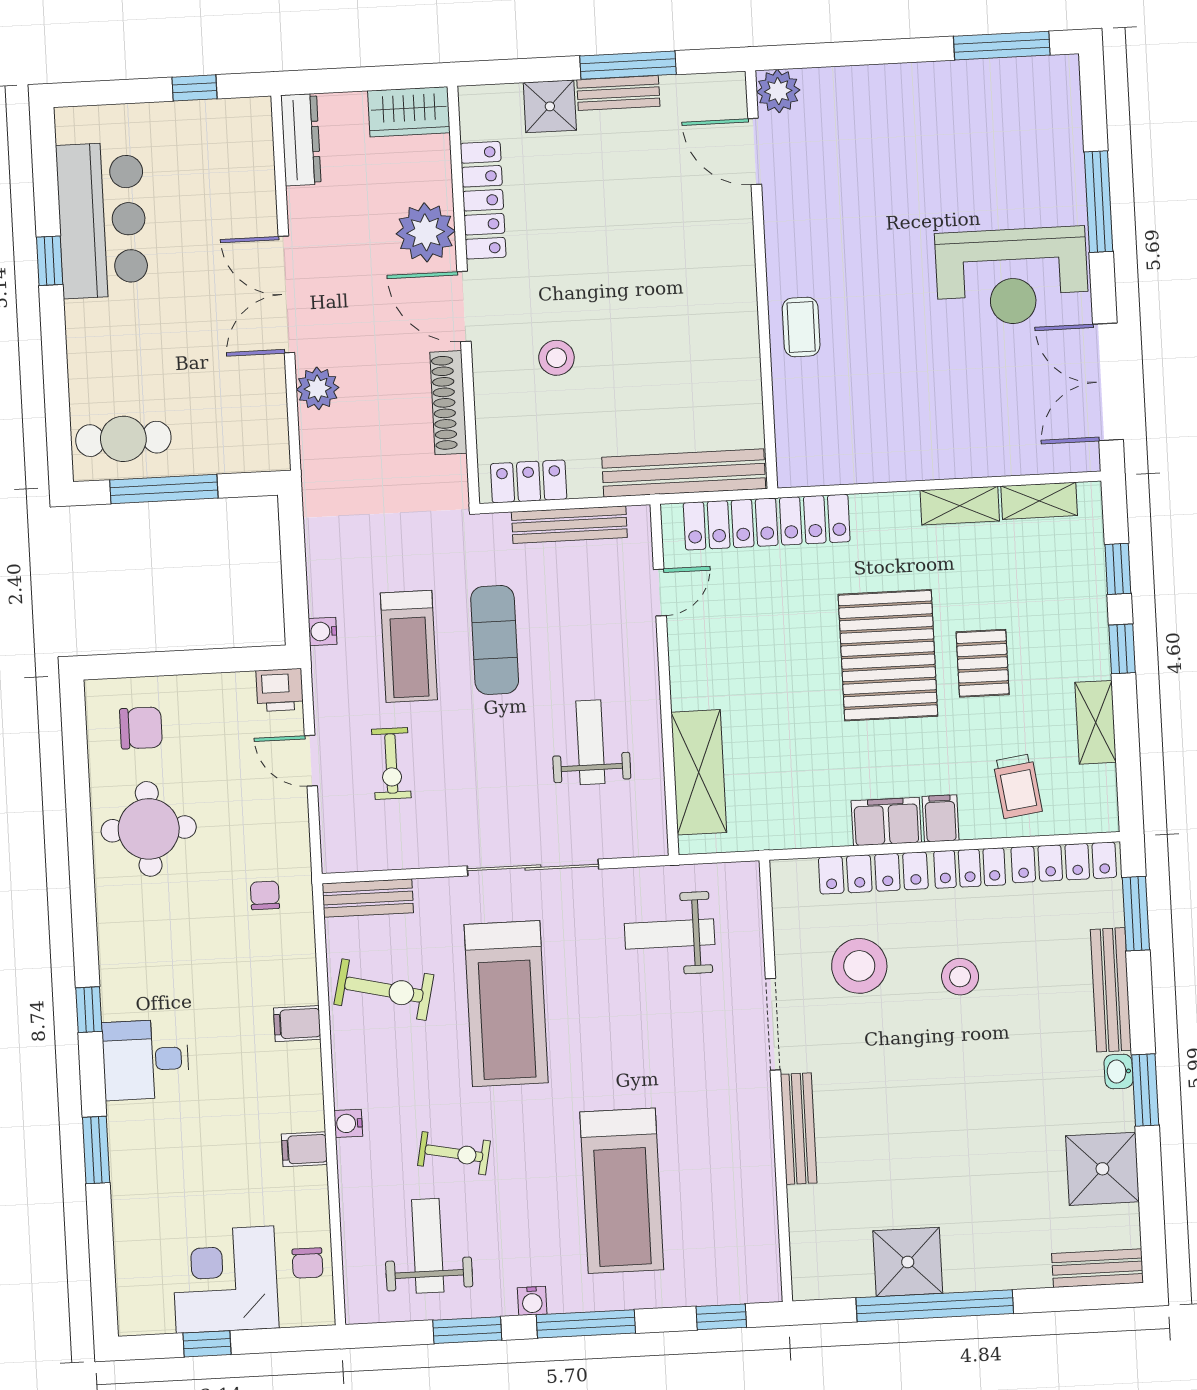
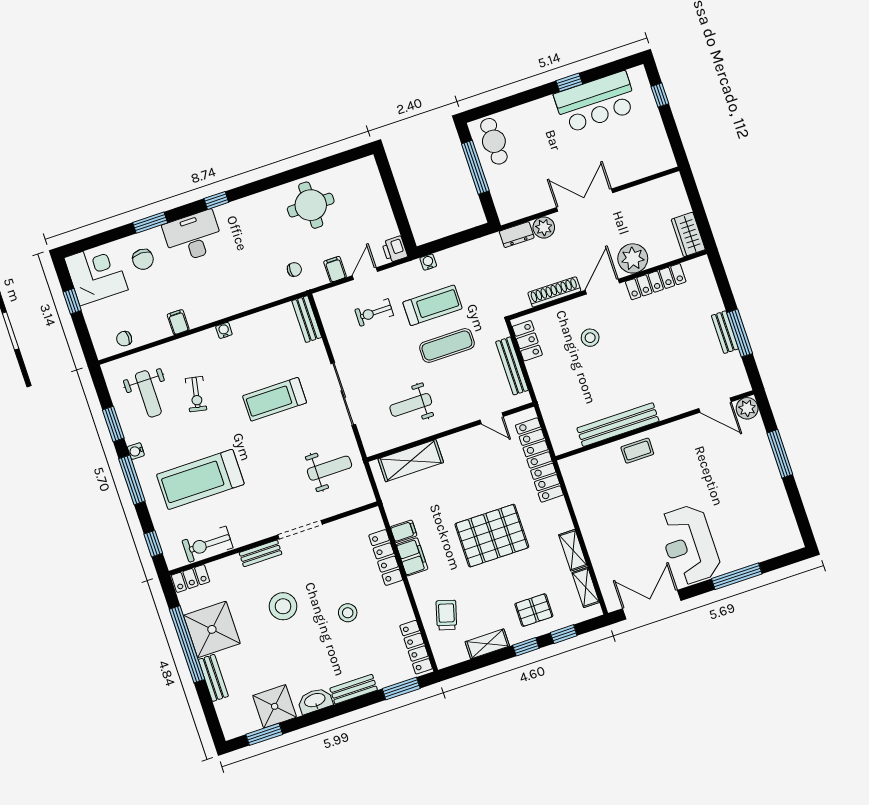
window: (1002, 46) -> (780, 454), moved
window: (195, 88) -> (660, 95), moved
shower: (550, 106) -> (709, 301), removed
dresser: (301, 140) -> (517, 235), moved, width x0.70
door: (755, 152) -> (715, 405), swing flipped
bench: (684, 473) -> (618, 425), moved, turned 90
treadmill: (409, 646) -> (432, 305), turned 180
pallet: (983, 663) -> (534, 610), moved
chair: (141, 728) -> (143, 259), moved
weight bench: (590, 742) -> (411, 405), turned 180
trolley: (1018, 786) -> (446, 615), turned 114
filing cabinet: (941, 818) -> (404, 531), moved
locker: (970, 868) -> (190, 578), moved, turned -90
weight bench: (670, 934) -> (330, 468), turned 90
stool: (859, 966) -> (283, 606), moved
exercise bike: (384, 990) -> (207, 544), moved, turned 77
bench: (1111, 990) -> (354, 689), width x0.73
treadmill: (506, 1004) -> (275, 399), width x0.73, depth x0.73
filing cabinet: (297, 1024) -> (335, 269), moved
desk: (146, 1060) -> (193, 237), width x1.37
washbasin: (1118, 1071) -> (315, 701), width x1.91, depth x1.45
window: (1145, 1090) -> (264, 734), moved
water cooler: (348, 1123) -> (224, 330), moved
bench: (799, 1129) -> (261, 553), width x0.73
weight bench: (428, 1246) -> (148, 394), turned 90
shower: (908, 1262) -> (212, 629), width x1.37, depth x1.37
bench: (1098, 1268) -> (213, 678), moved
corner desk: (225, 1280) -> (96, 274), moved

